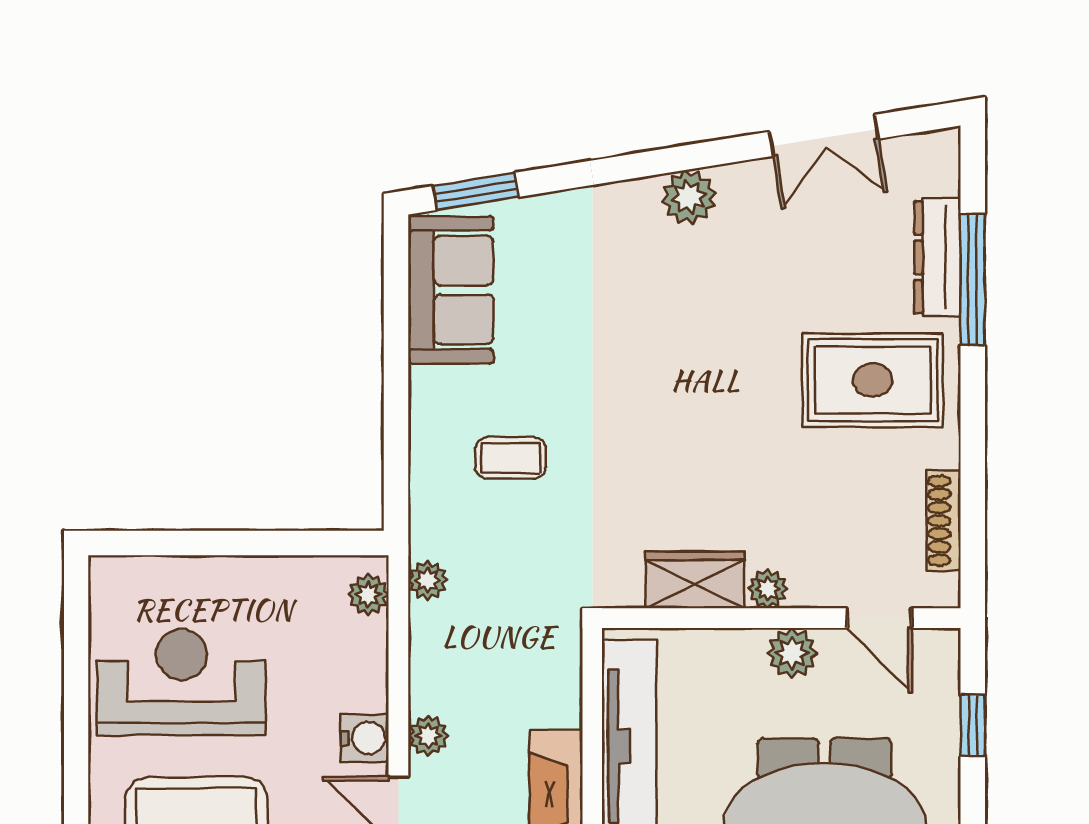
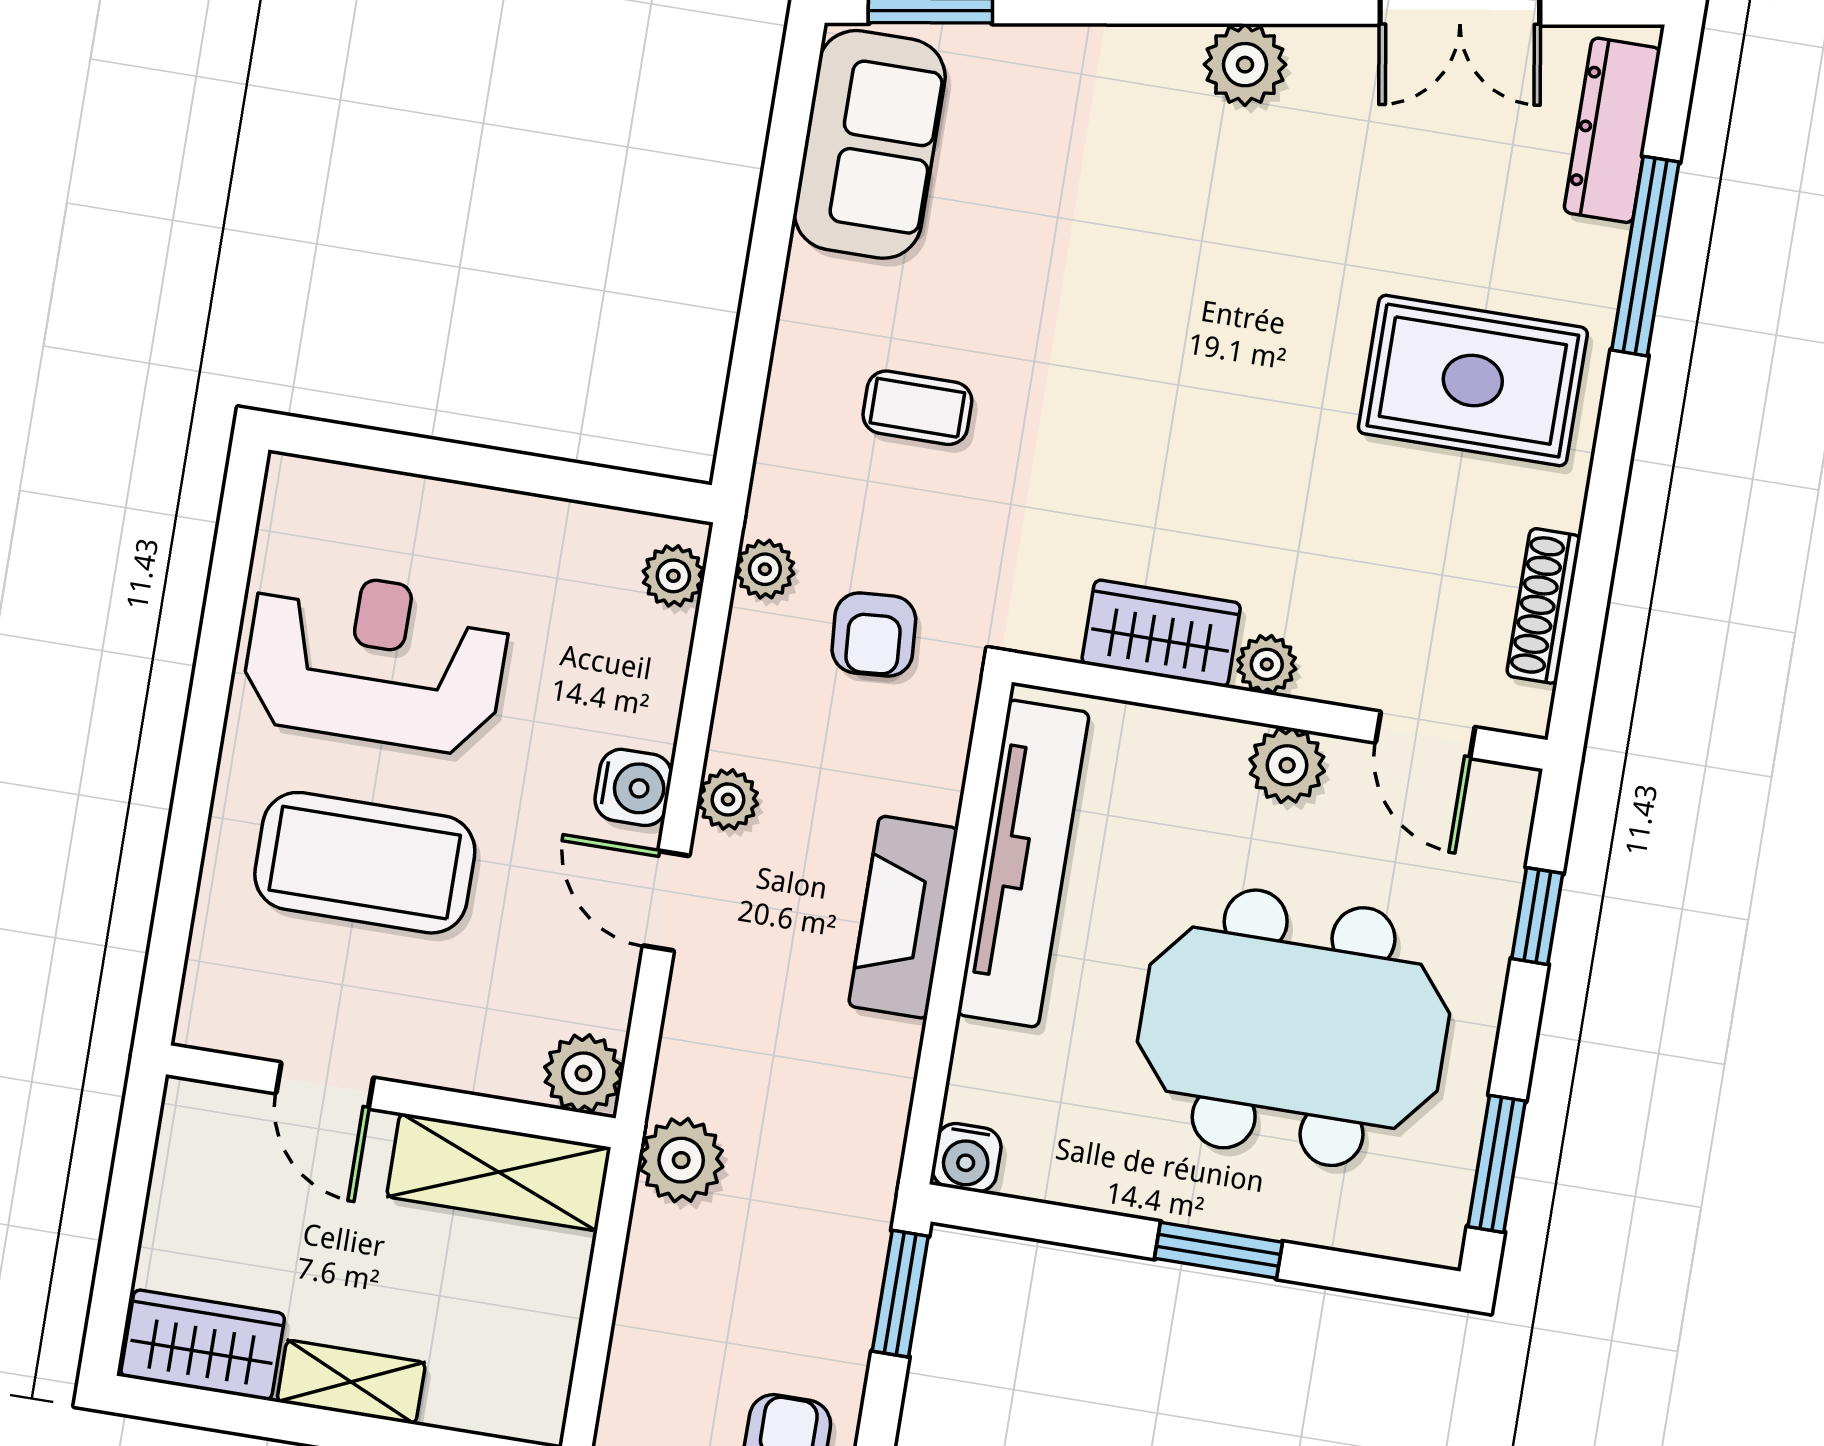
dresser: (937, 257) -> (1612, 130), moved
armchair: (506, 612) -> (874, 634), added

